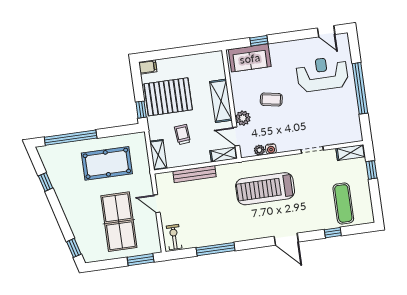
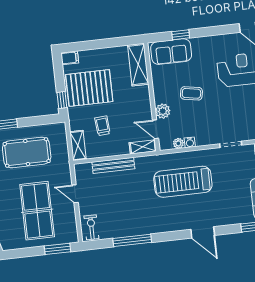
shelving: (221, 101) -> (138, 65), moved

